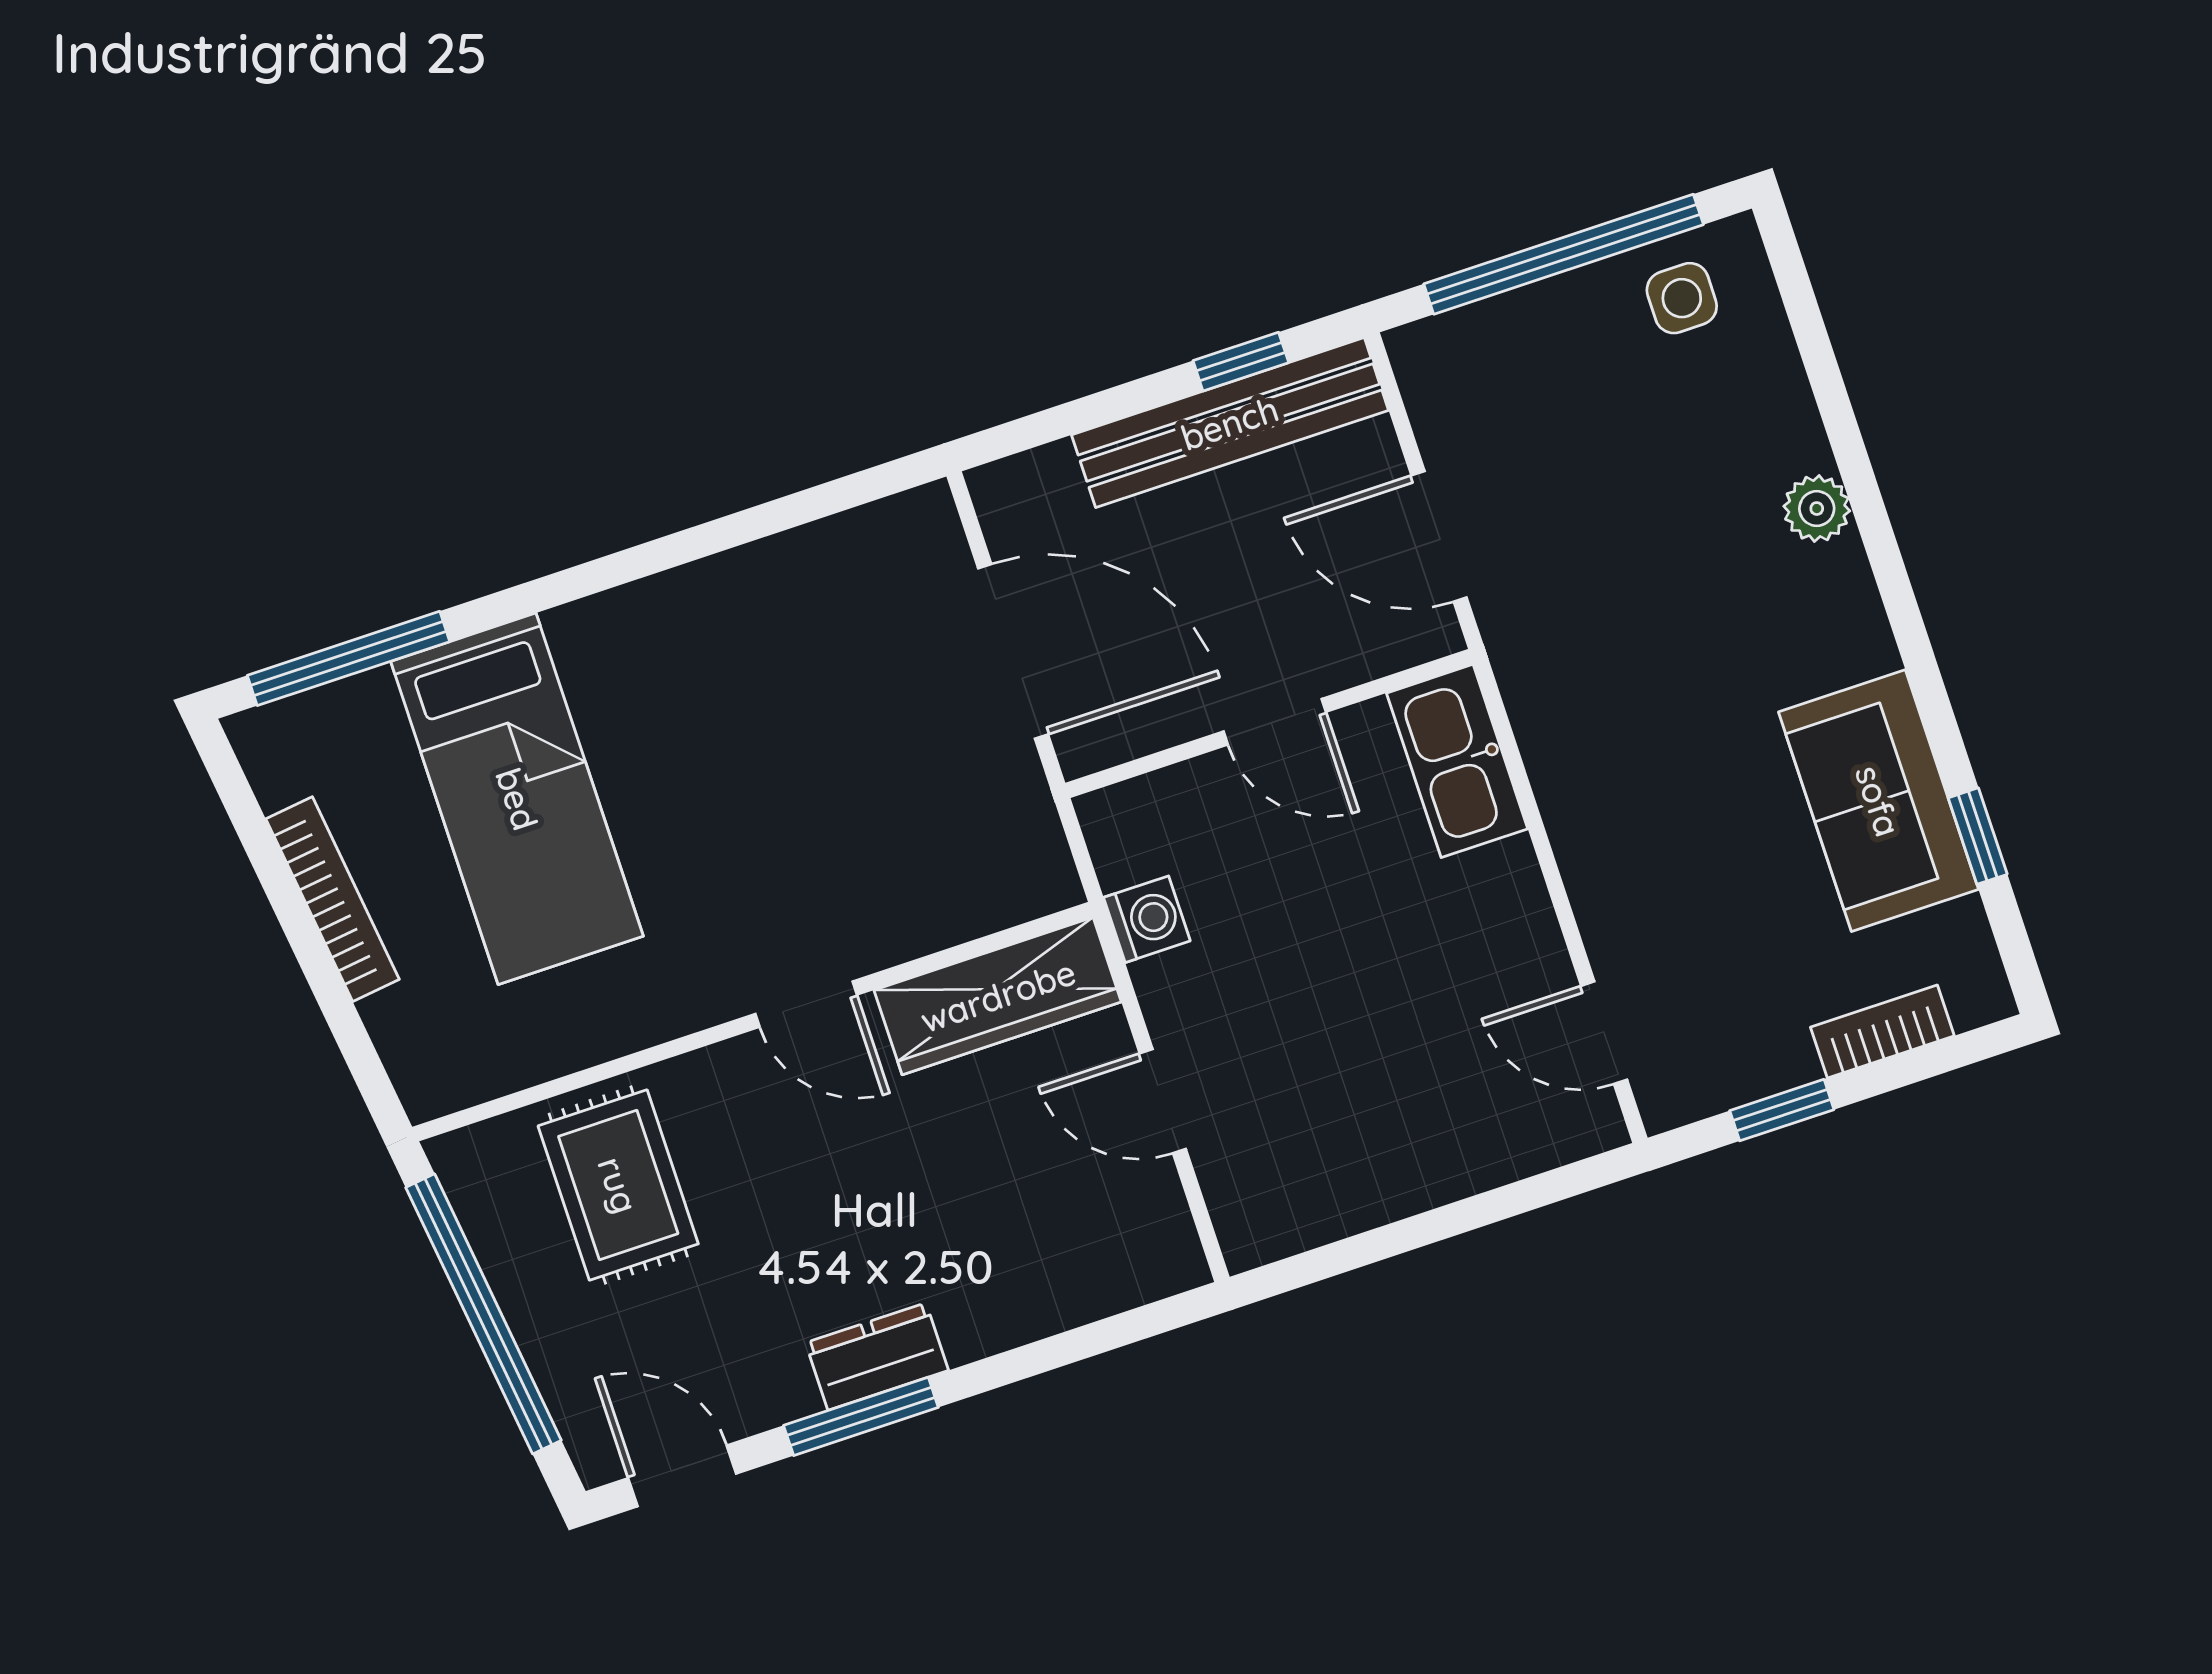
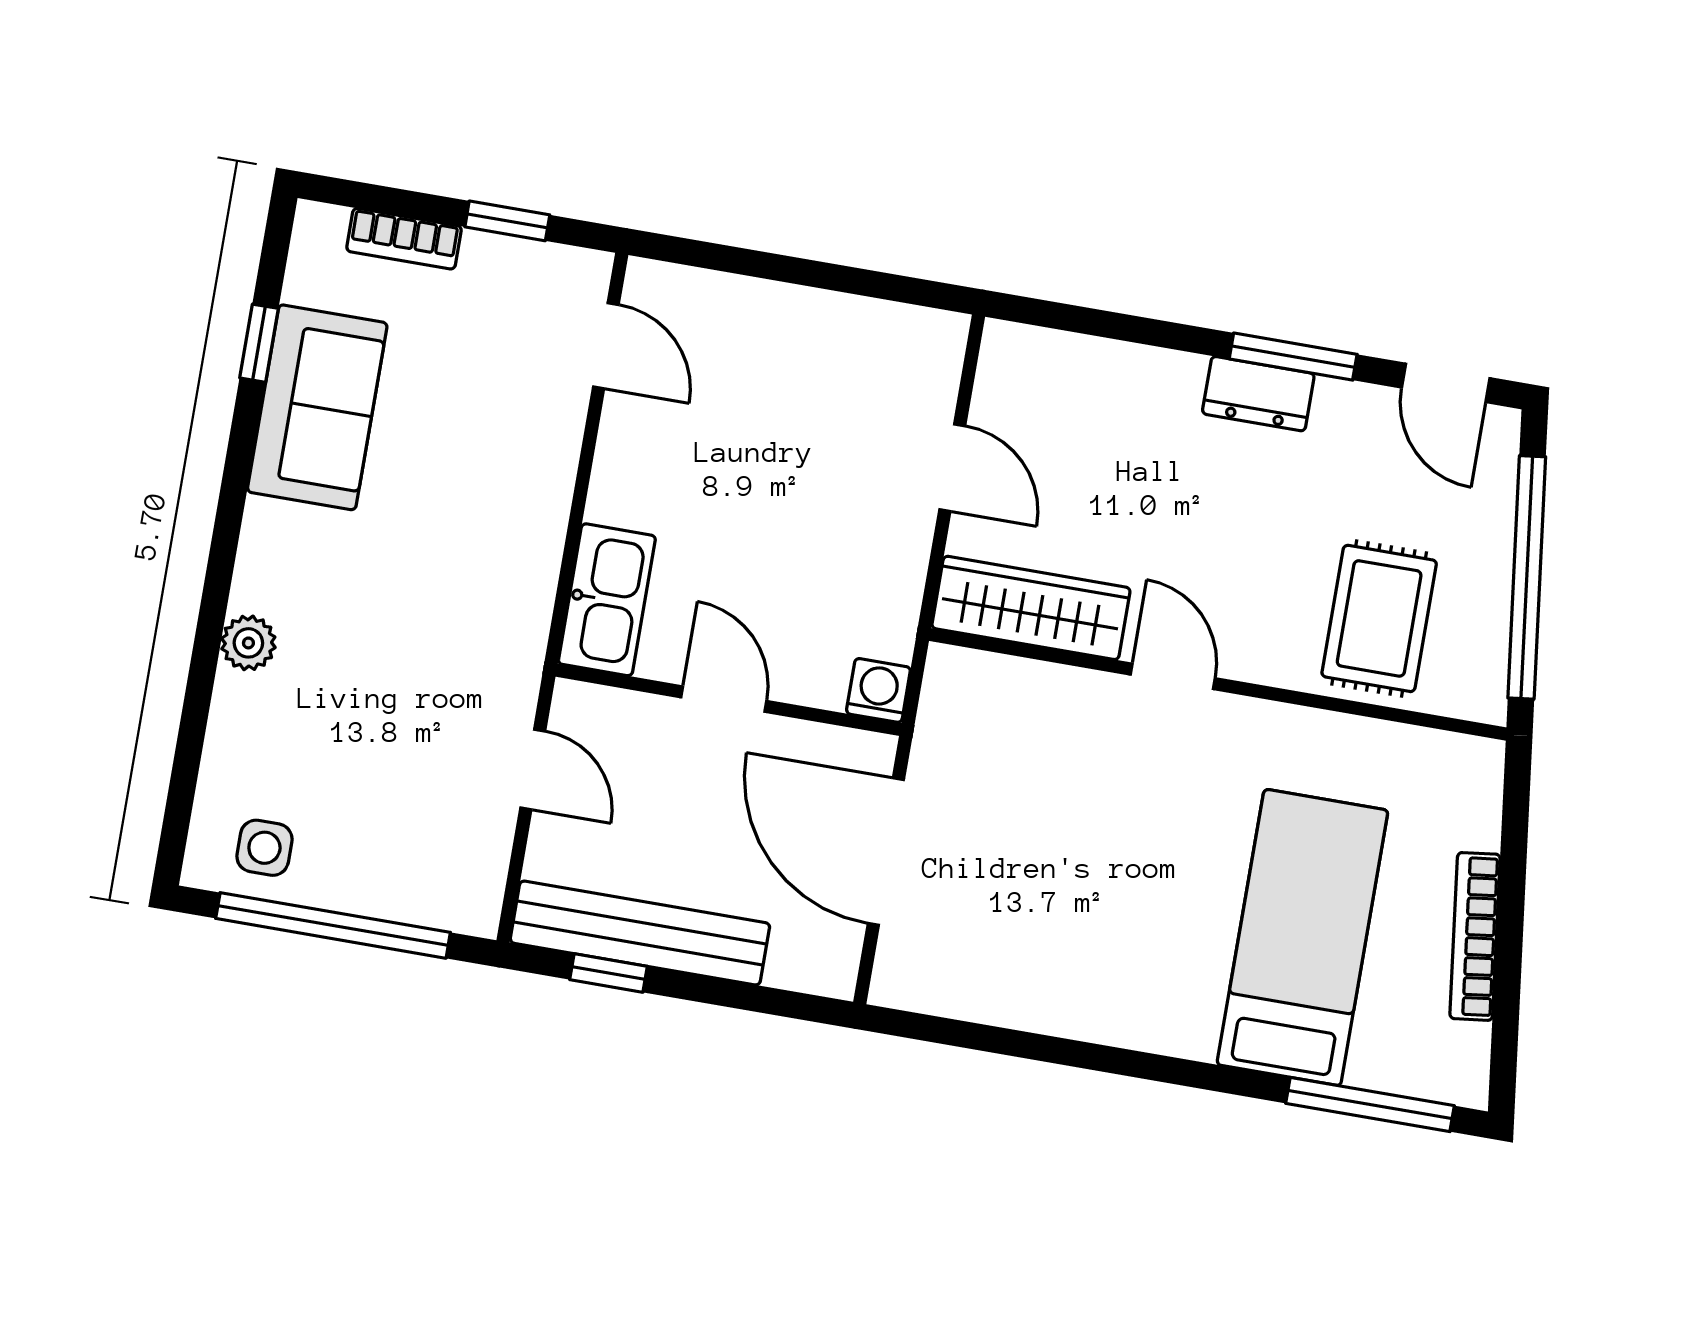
door: (1439, 536) -> (533, 769), width x0.73
washing machine: (1147, 919) -> (878, 690), moved, turned 90

